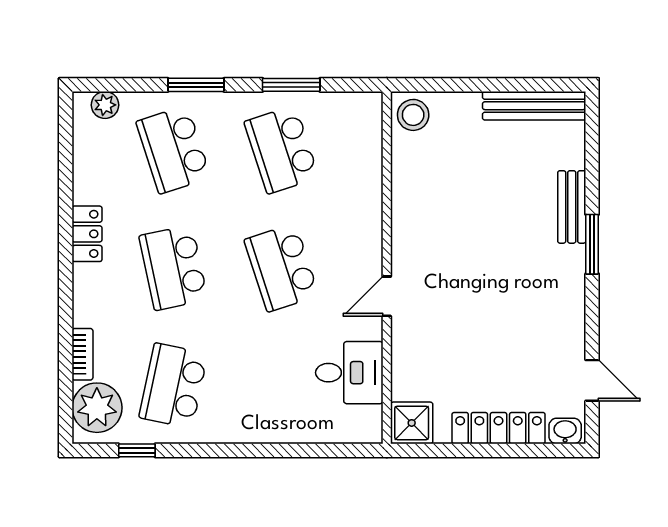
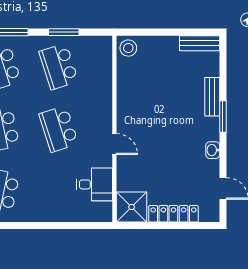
bench: (534, 106) -> (200, 43), width x0.73
door: (387, 296) -> (114, 144), swing flipped
shower: (412, 423) -> (132, 207), width x1.36, depth x1.36
washbasin: (565, 431) -> (213, 150), moved, turned -90

